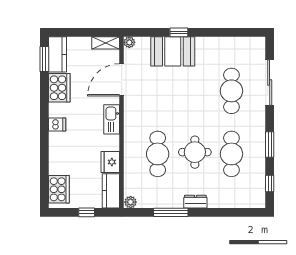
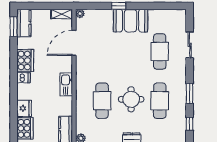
booth: (173, 51) -> (131, 21), moved
sliding door: (270, 82) -> (190, 45), width x0.73
cooker: (59, 88) -> (25, 60), moved
kitchen sink: (112, 119) -> (66, 84), moved
fridge: (110, 162) -> (24, 108), moved, turned 180

